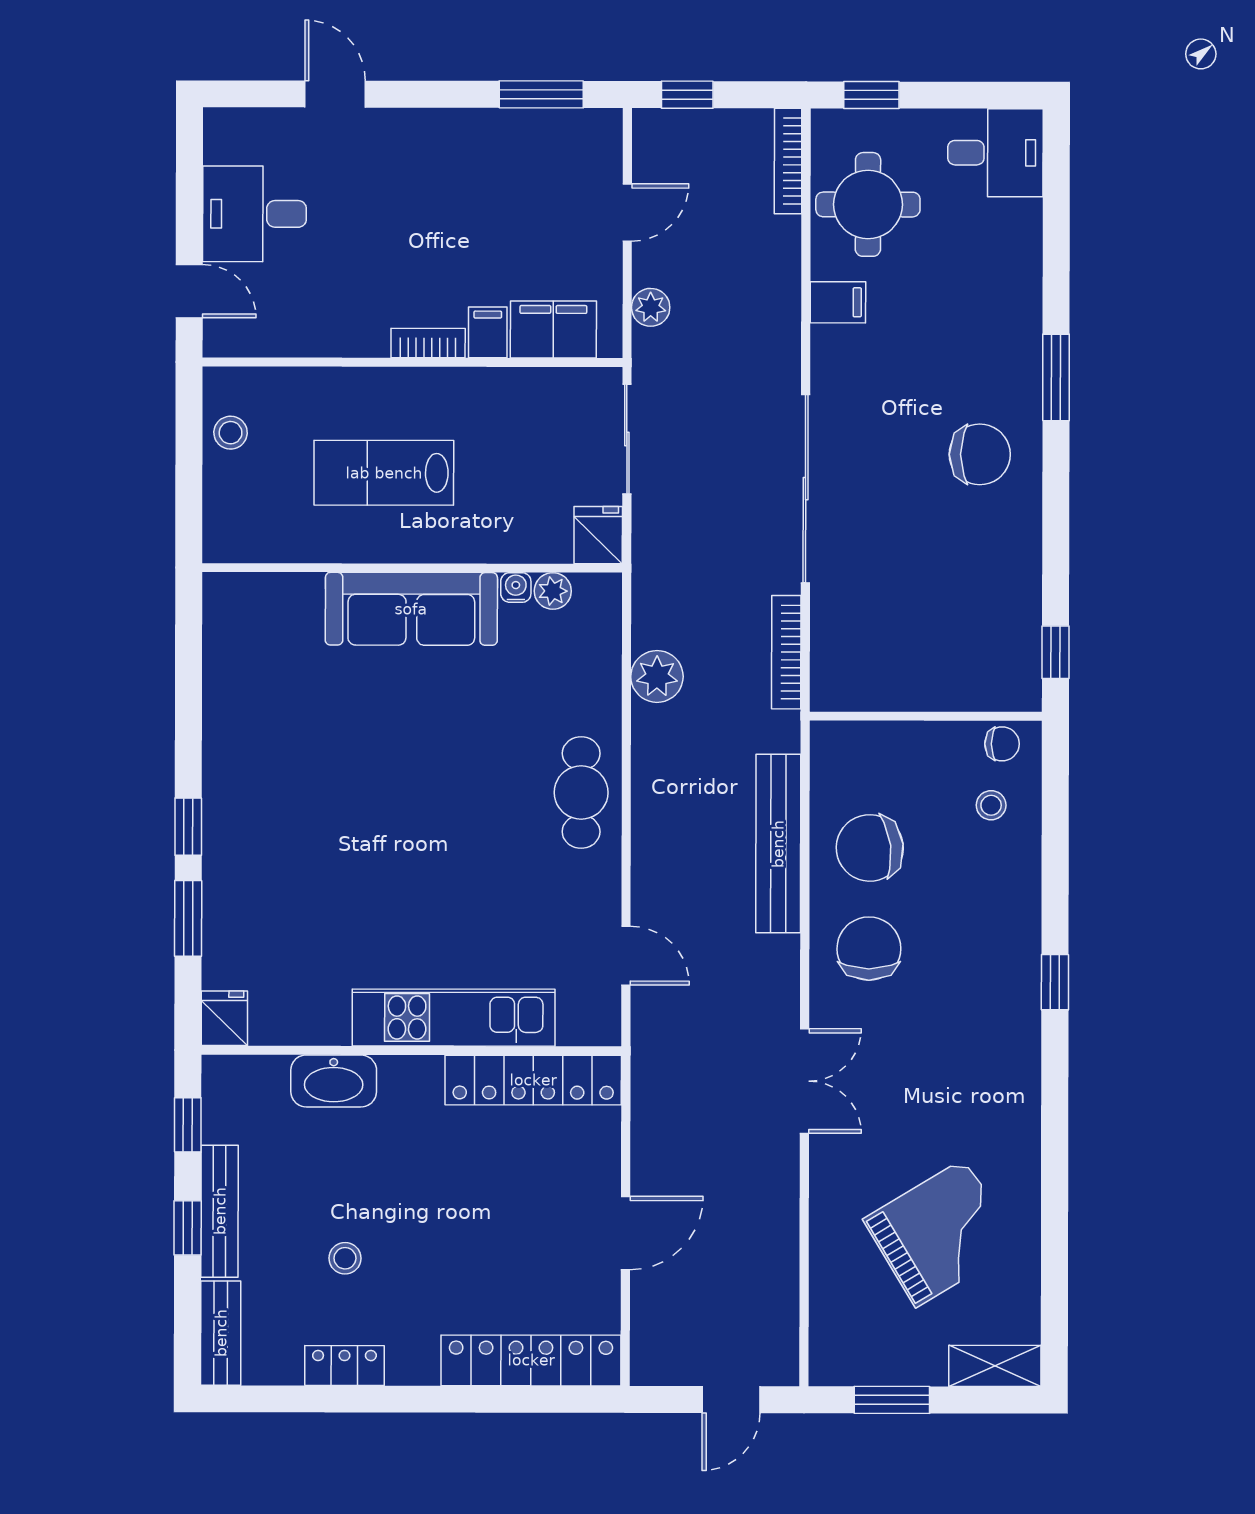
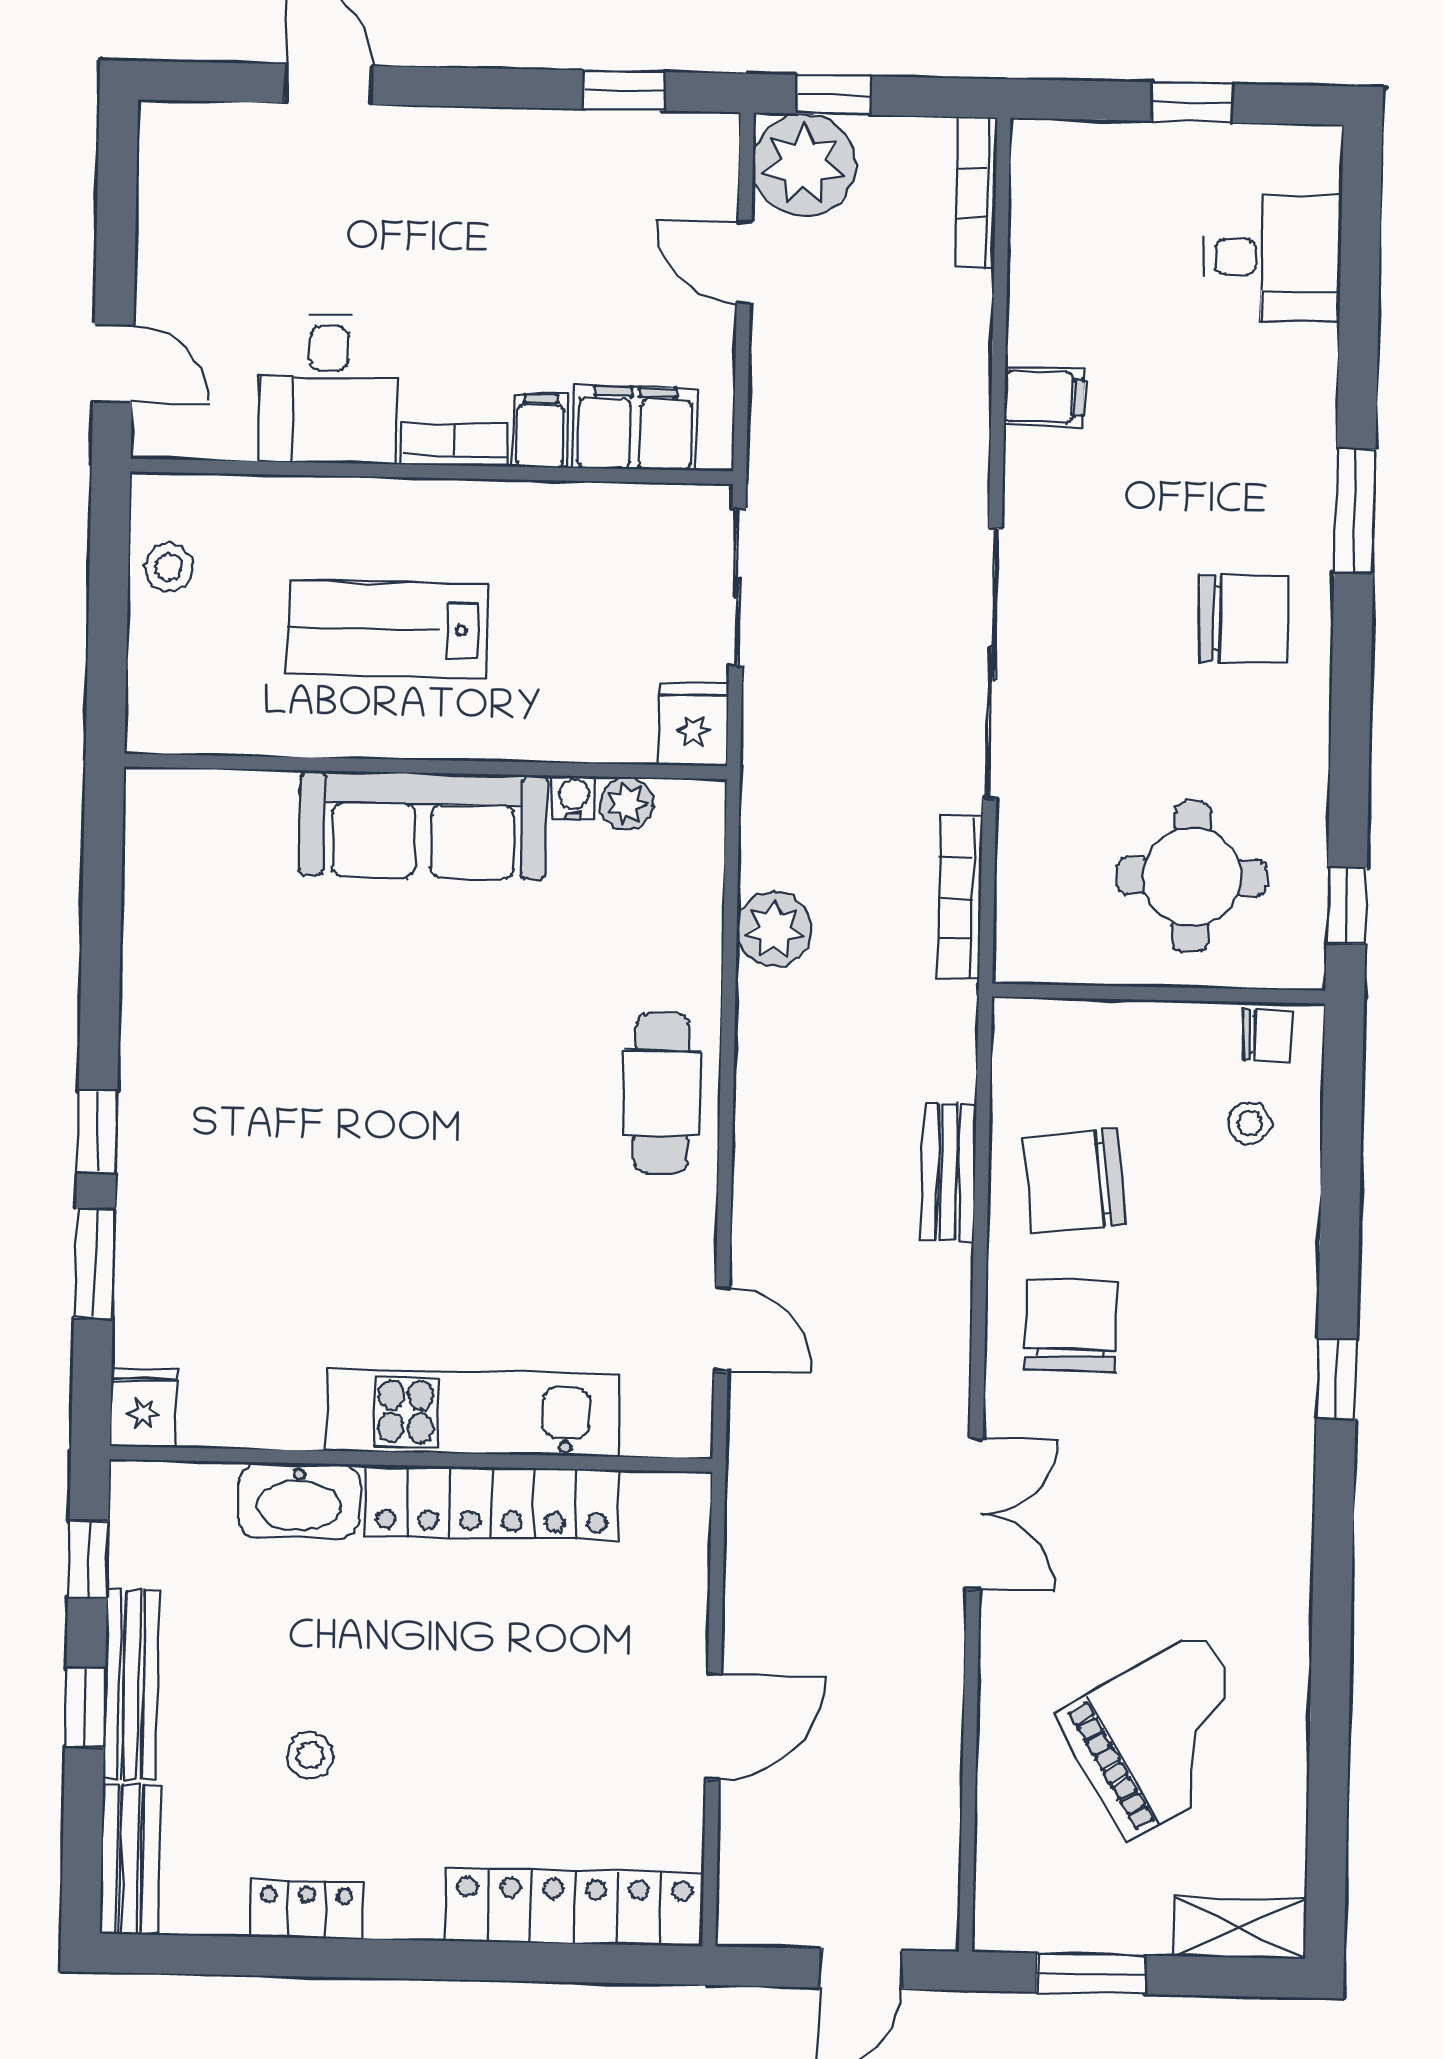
window: (541, 94) -> (624, 91), width x0.67
window: (871, 95) -> (1192, 102), moved
desk: (995, 153) -> (1273, 257), moved
round table: (868, 204) -> (1192, 877), moved
door: (627, 212) -> (744, 262), swing flipped
desk: (254, 214) -> (329, 389), moved, turned -90
plant: (651, 307) -> (804, 165), moved, width x1.87, depth x1.87
bench: (778, 844) -> (949, 1172), width x0.54, depth x0.82
locker: (533, 1080) -> (492, 1503), moved

